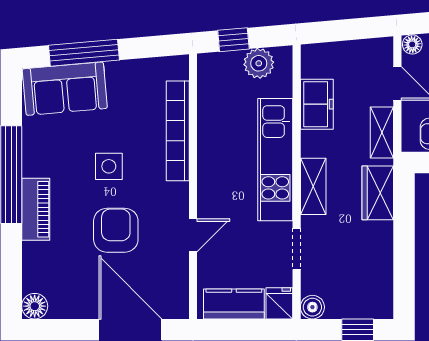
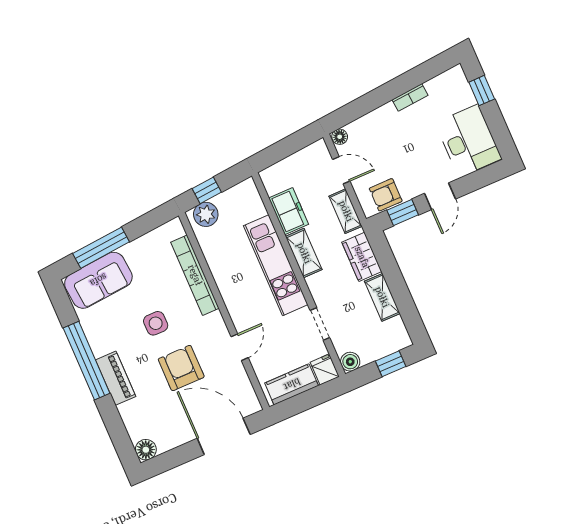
plant: (259, 63) -> (206, 214), moved
shelving: (313, 186) -> (304, 253), moved
shelving: (381, 249) -> (382, 297), added

